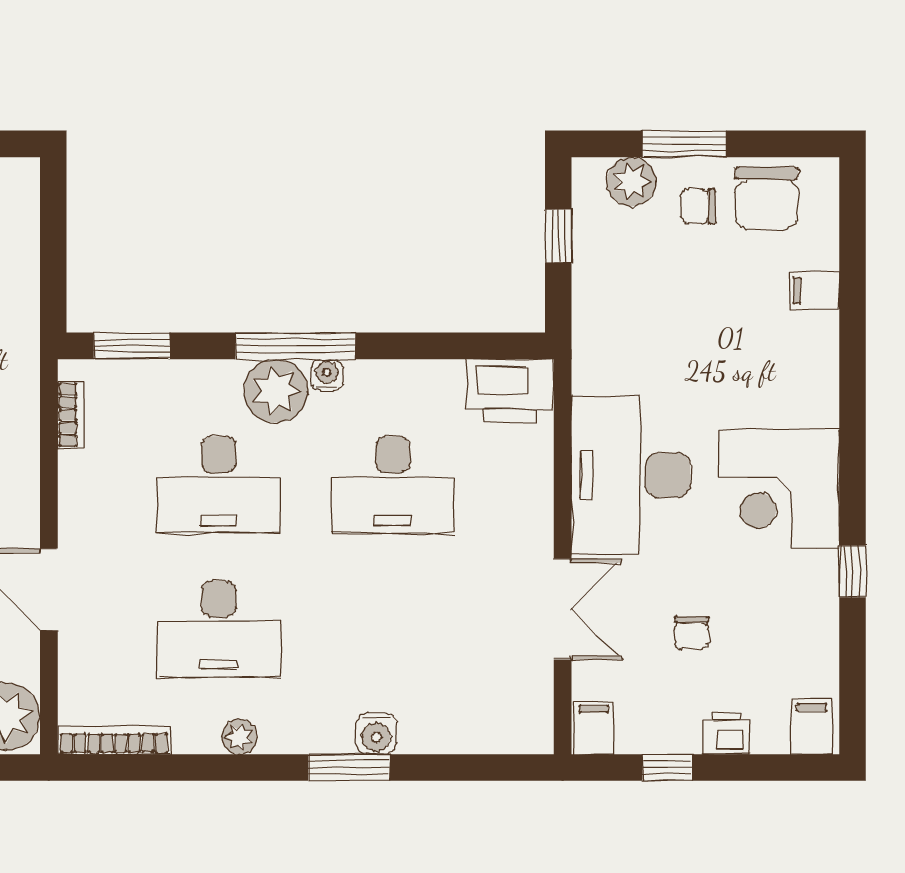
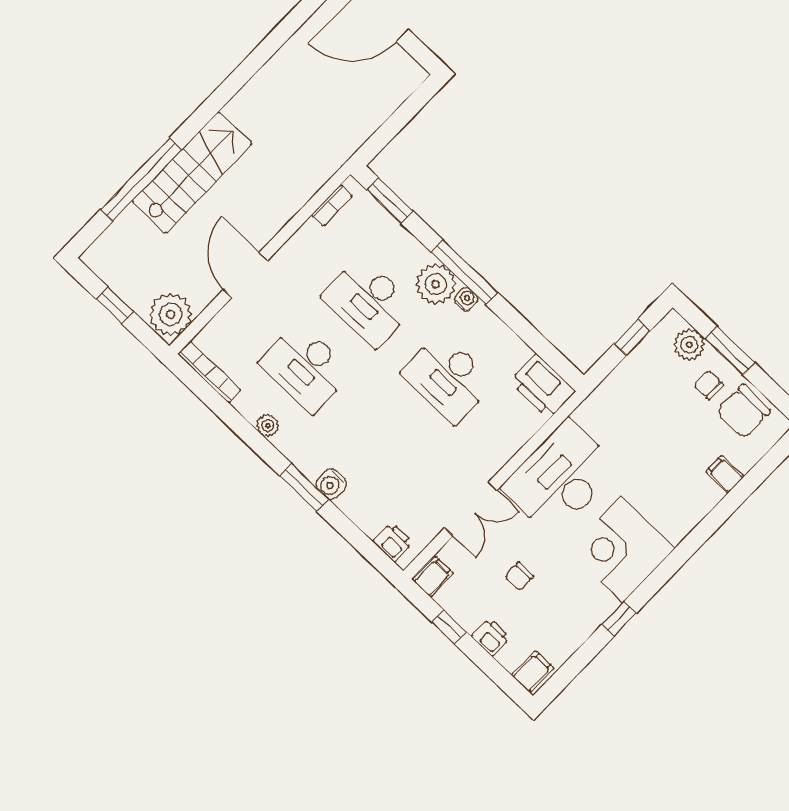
printer: (510, 732) -> (393, 542), added

